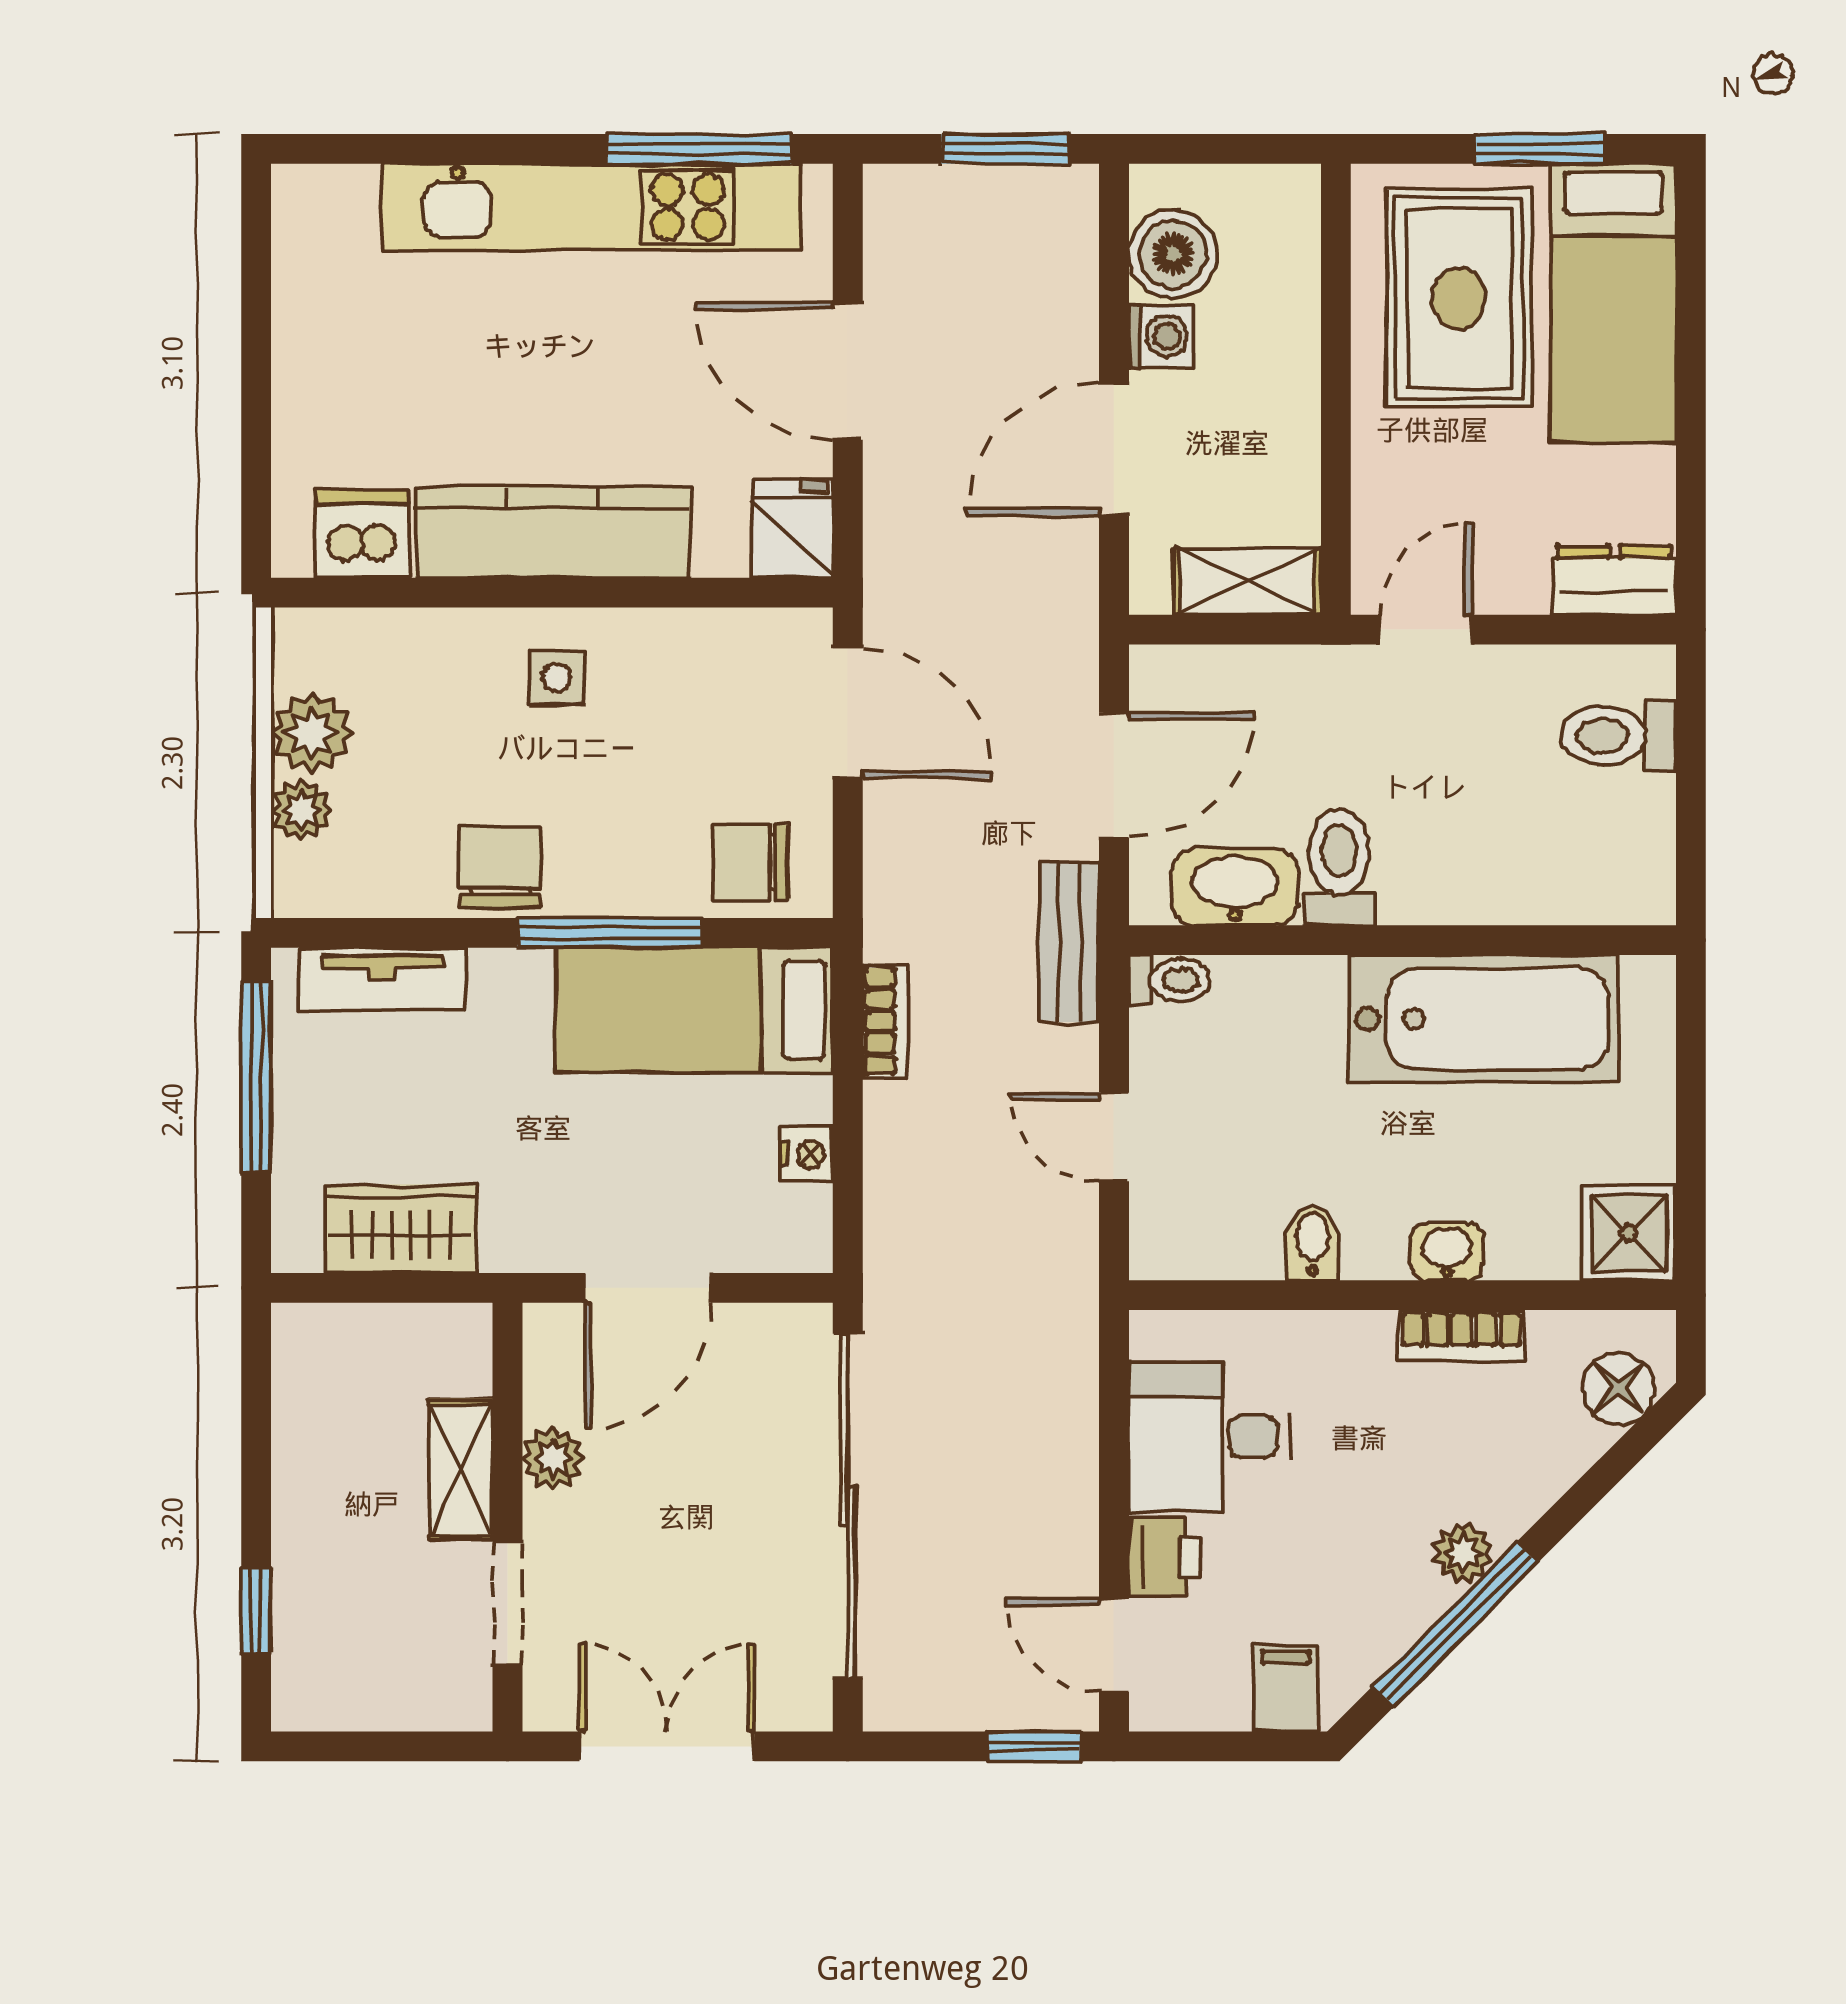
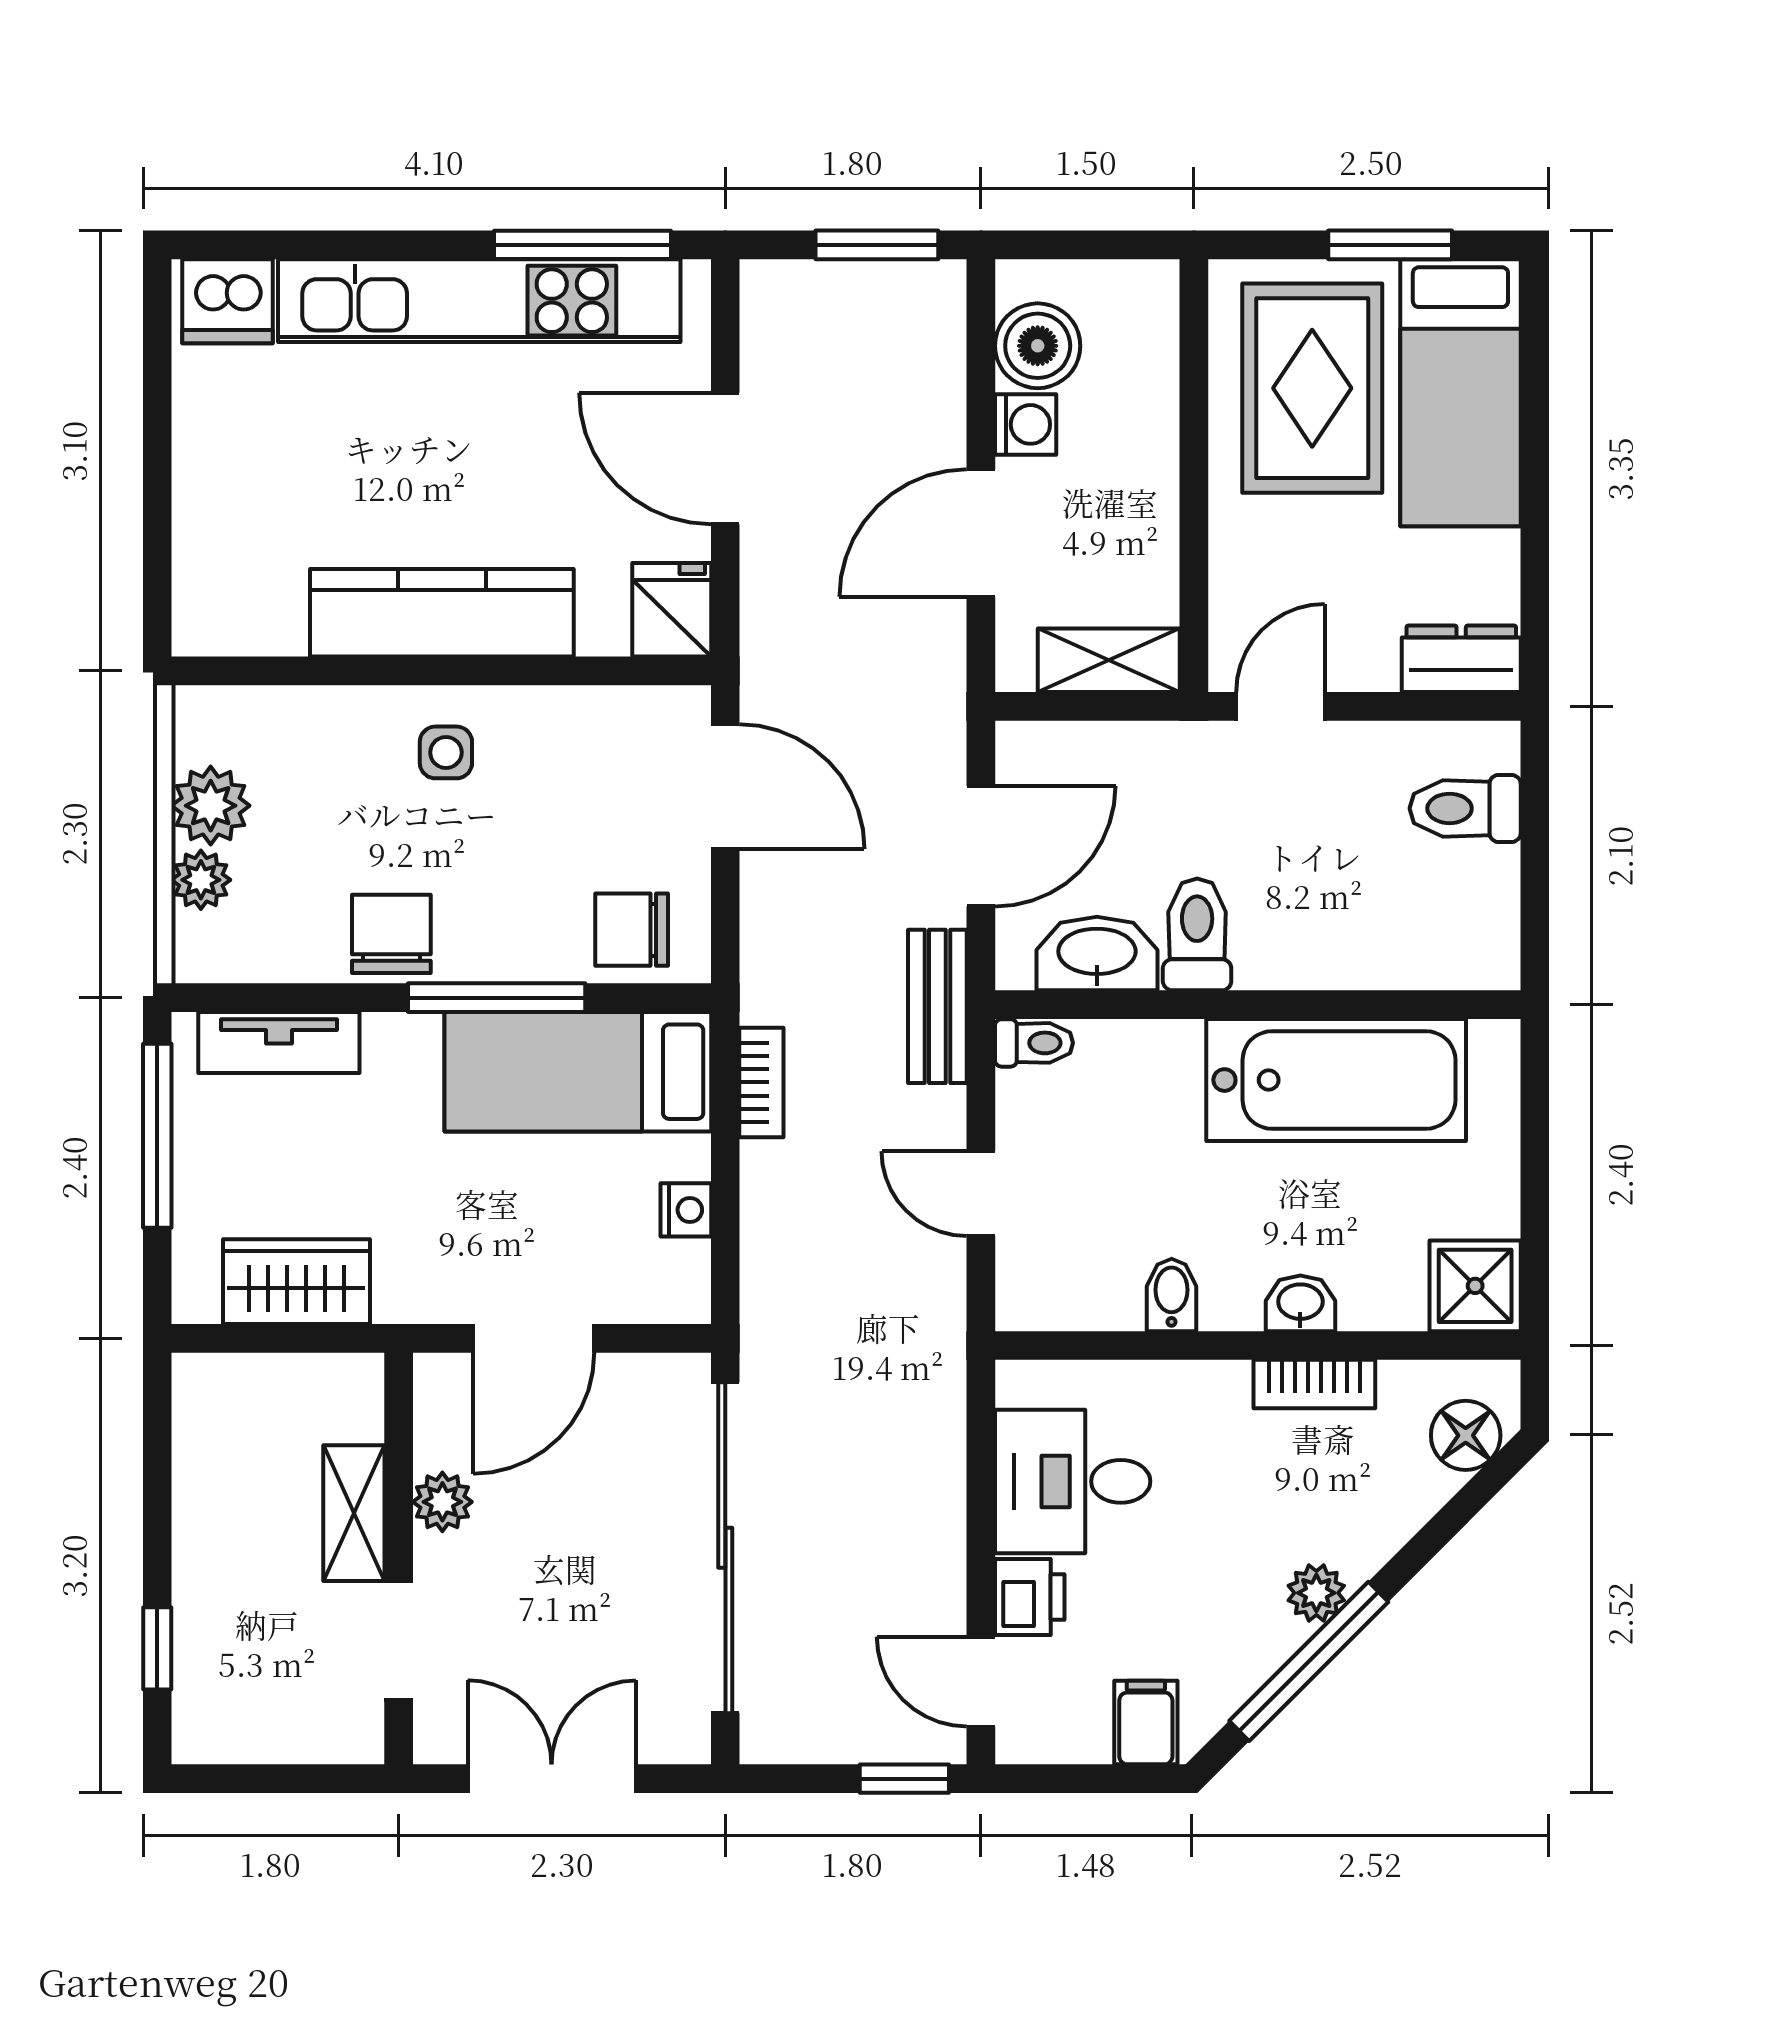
dishwasher: (362, 534) -> (227, 301), moved, turned 180

